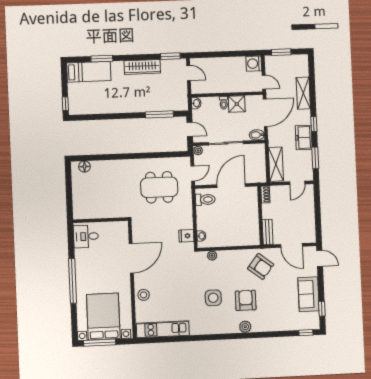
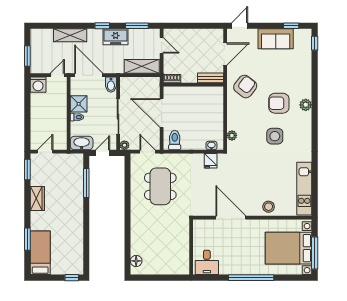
wardrobe: (142, 67) -> (37, 198), width x0.67
washbasin: (196, 103) -> (82, 143), width x1.91, depth x1.45

